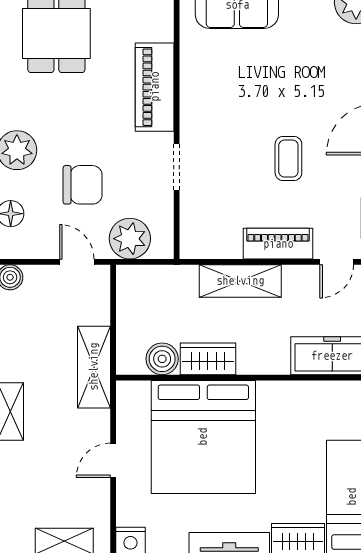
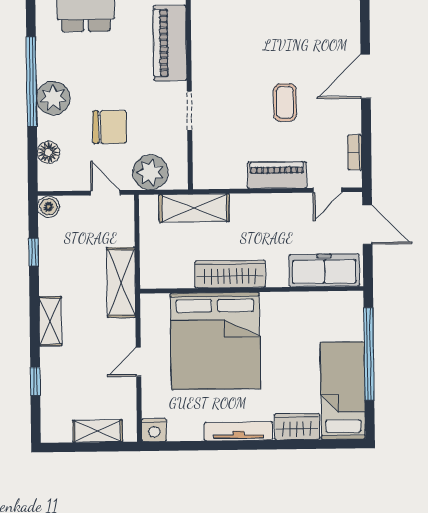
shelving: (240, 281) -> (194, 208), moved
boiler: (162, 359) -> (179, 275), removed
wardrobe: (208, 359) -> (230, 274), width x1.50

